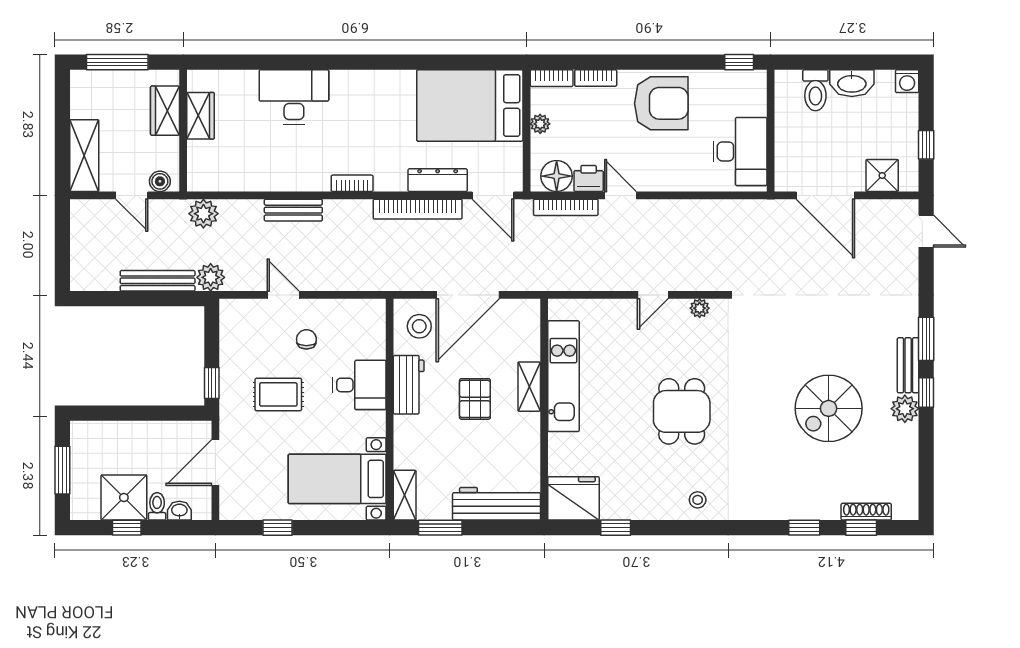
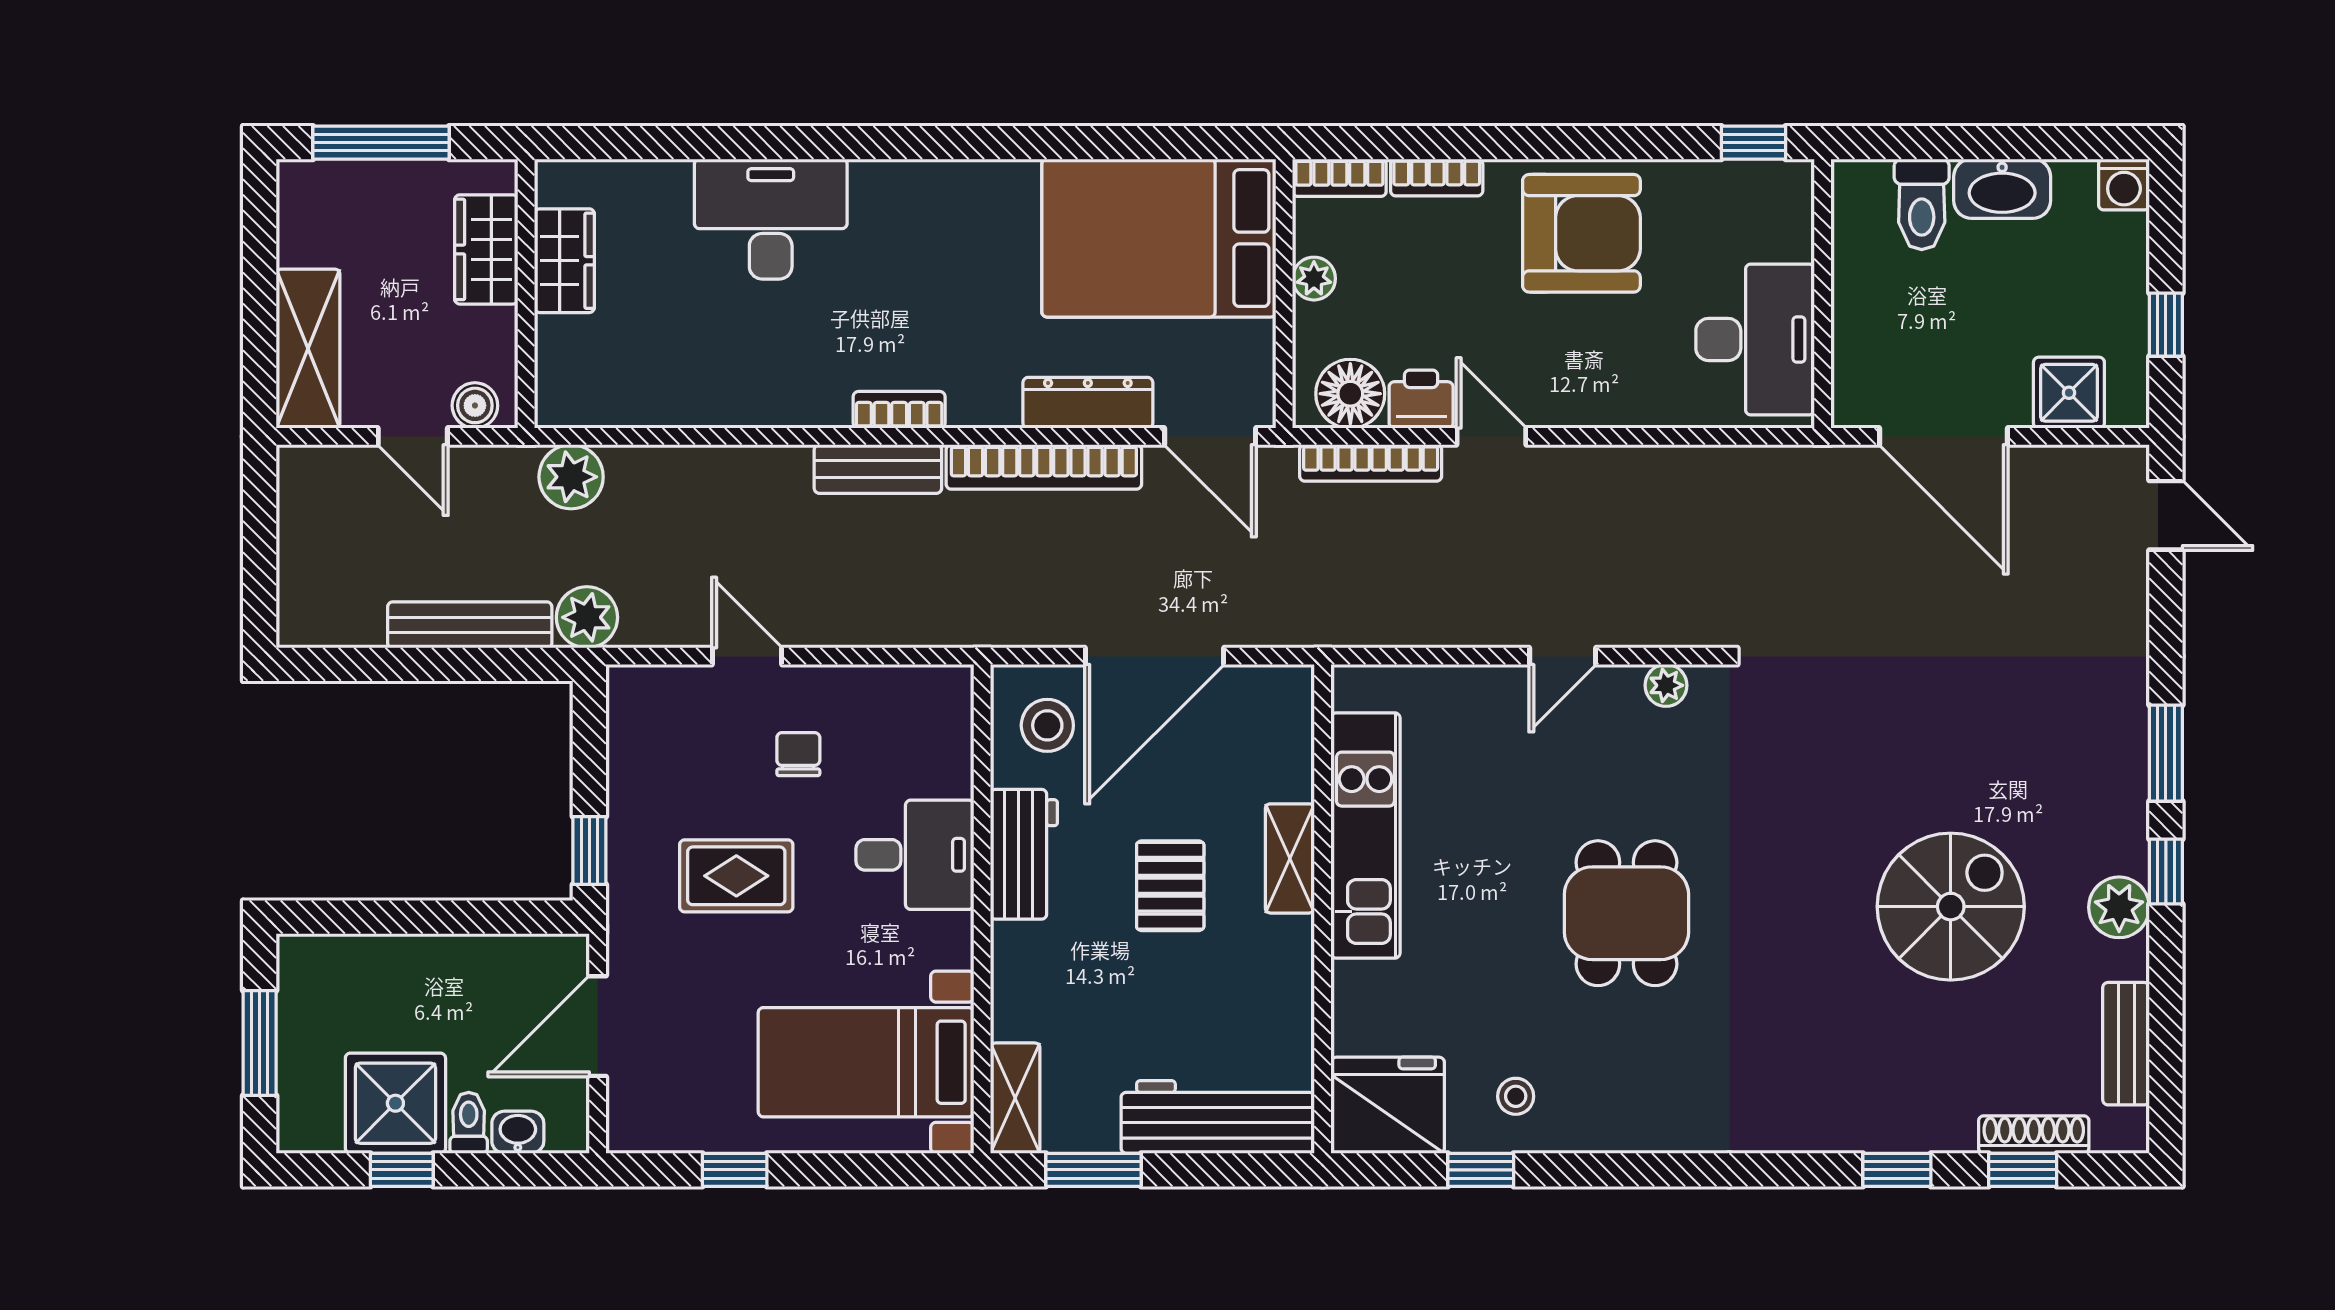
bench: (293, 210) -> (878, 469), moved
bench: (908, 365) -> (2126, 1044), moved
spiral stairs: (829, 408) -> (1951, 907), turned 180
stool: (698, 500) -> (1516, 1096), moved

